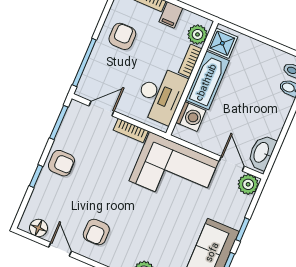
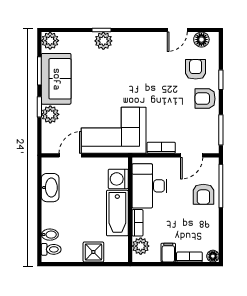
armchair: (122, 36) -> (203, 194), moved
shower: (222, 43) -> (93, 252), moved
washbasin: (262, 153) -> (50, 188), moved
door: (232, 164) -> (70, 155), swing flipped
plant: (248, 184) -> (50, 114), moved
armchair: (96, 232) -> (196, 69), moved
door: (60, 249) -> (177, 30), hinge flipped

